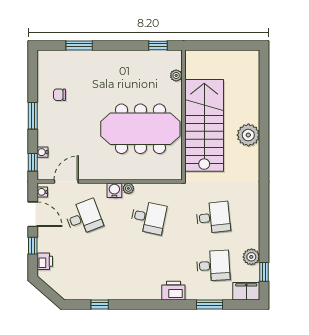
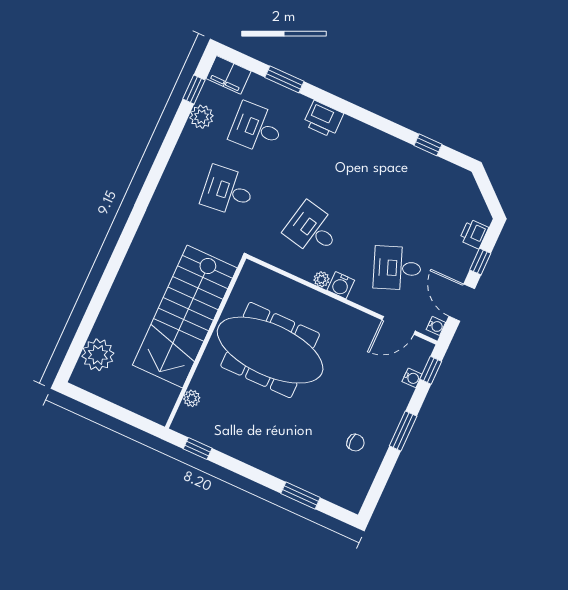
plant: (248, 135) -> (98, 355), moved

